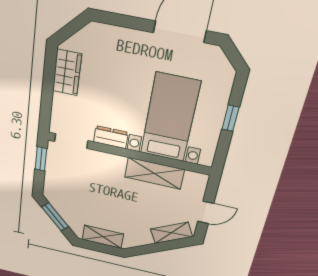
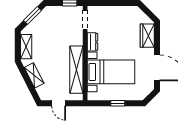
wardrobe: (67, 72) -> (147, 36), moved, turned 90
shelving: (154, 173) -> (76, 70), width x1.47
shelving: (171, 233) -> (34, 75), moved

